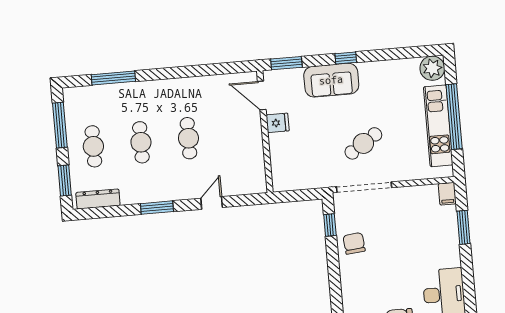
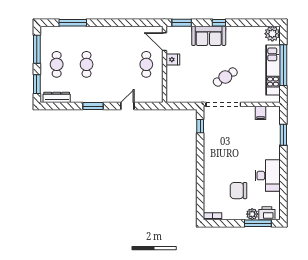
cafe table: (188, 138) -> (146, 64), moved
filing cabinet: (447, 194) -> (261, 113), moved
chair: (354, 243) -> (214, 139), removed

